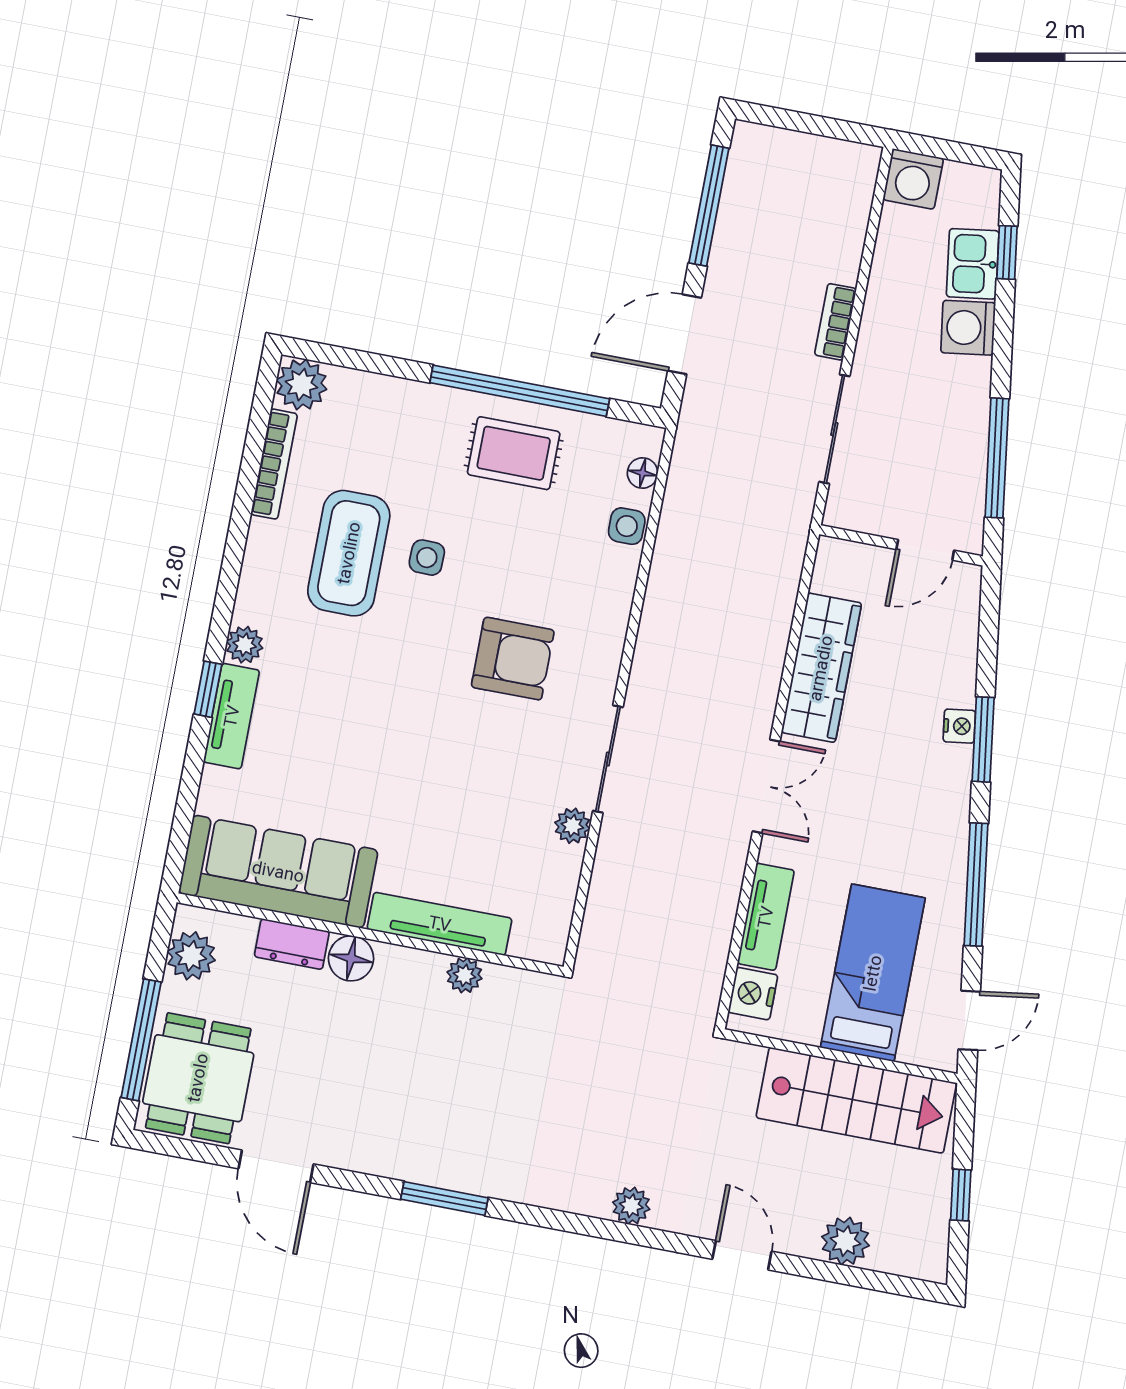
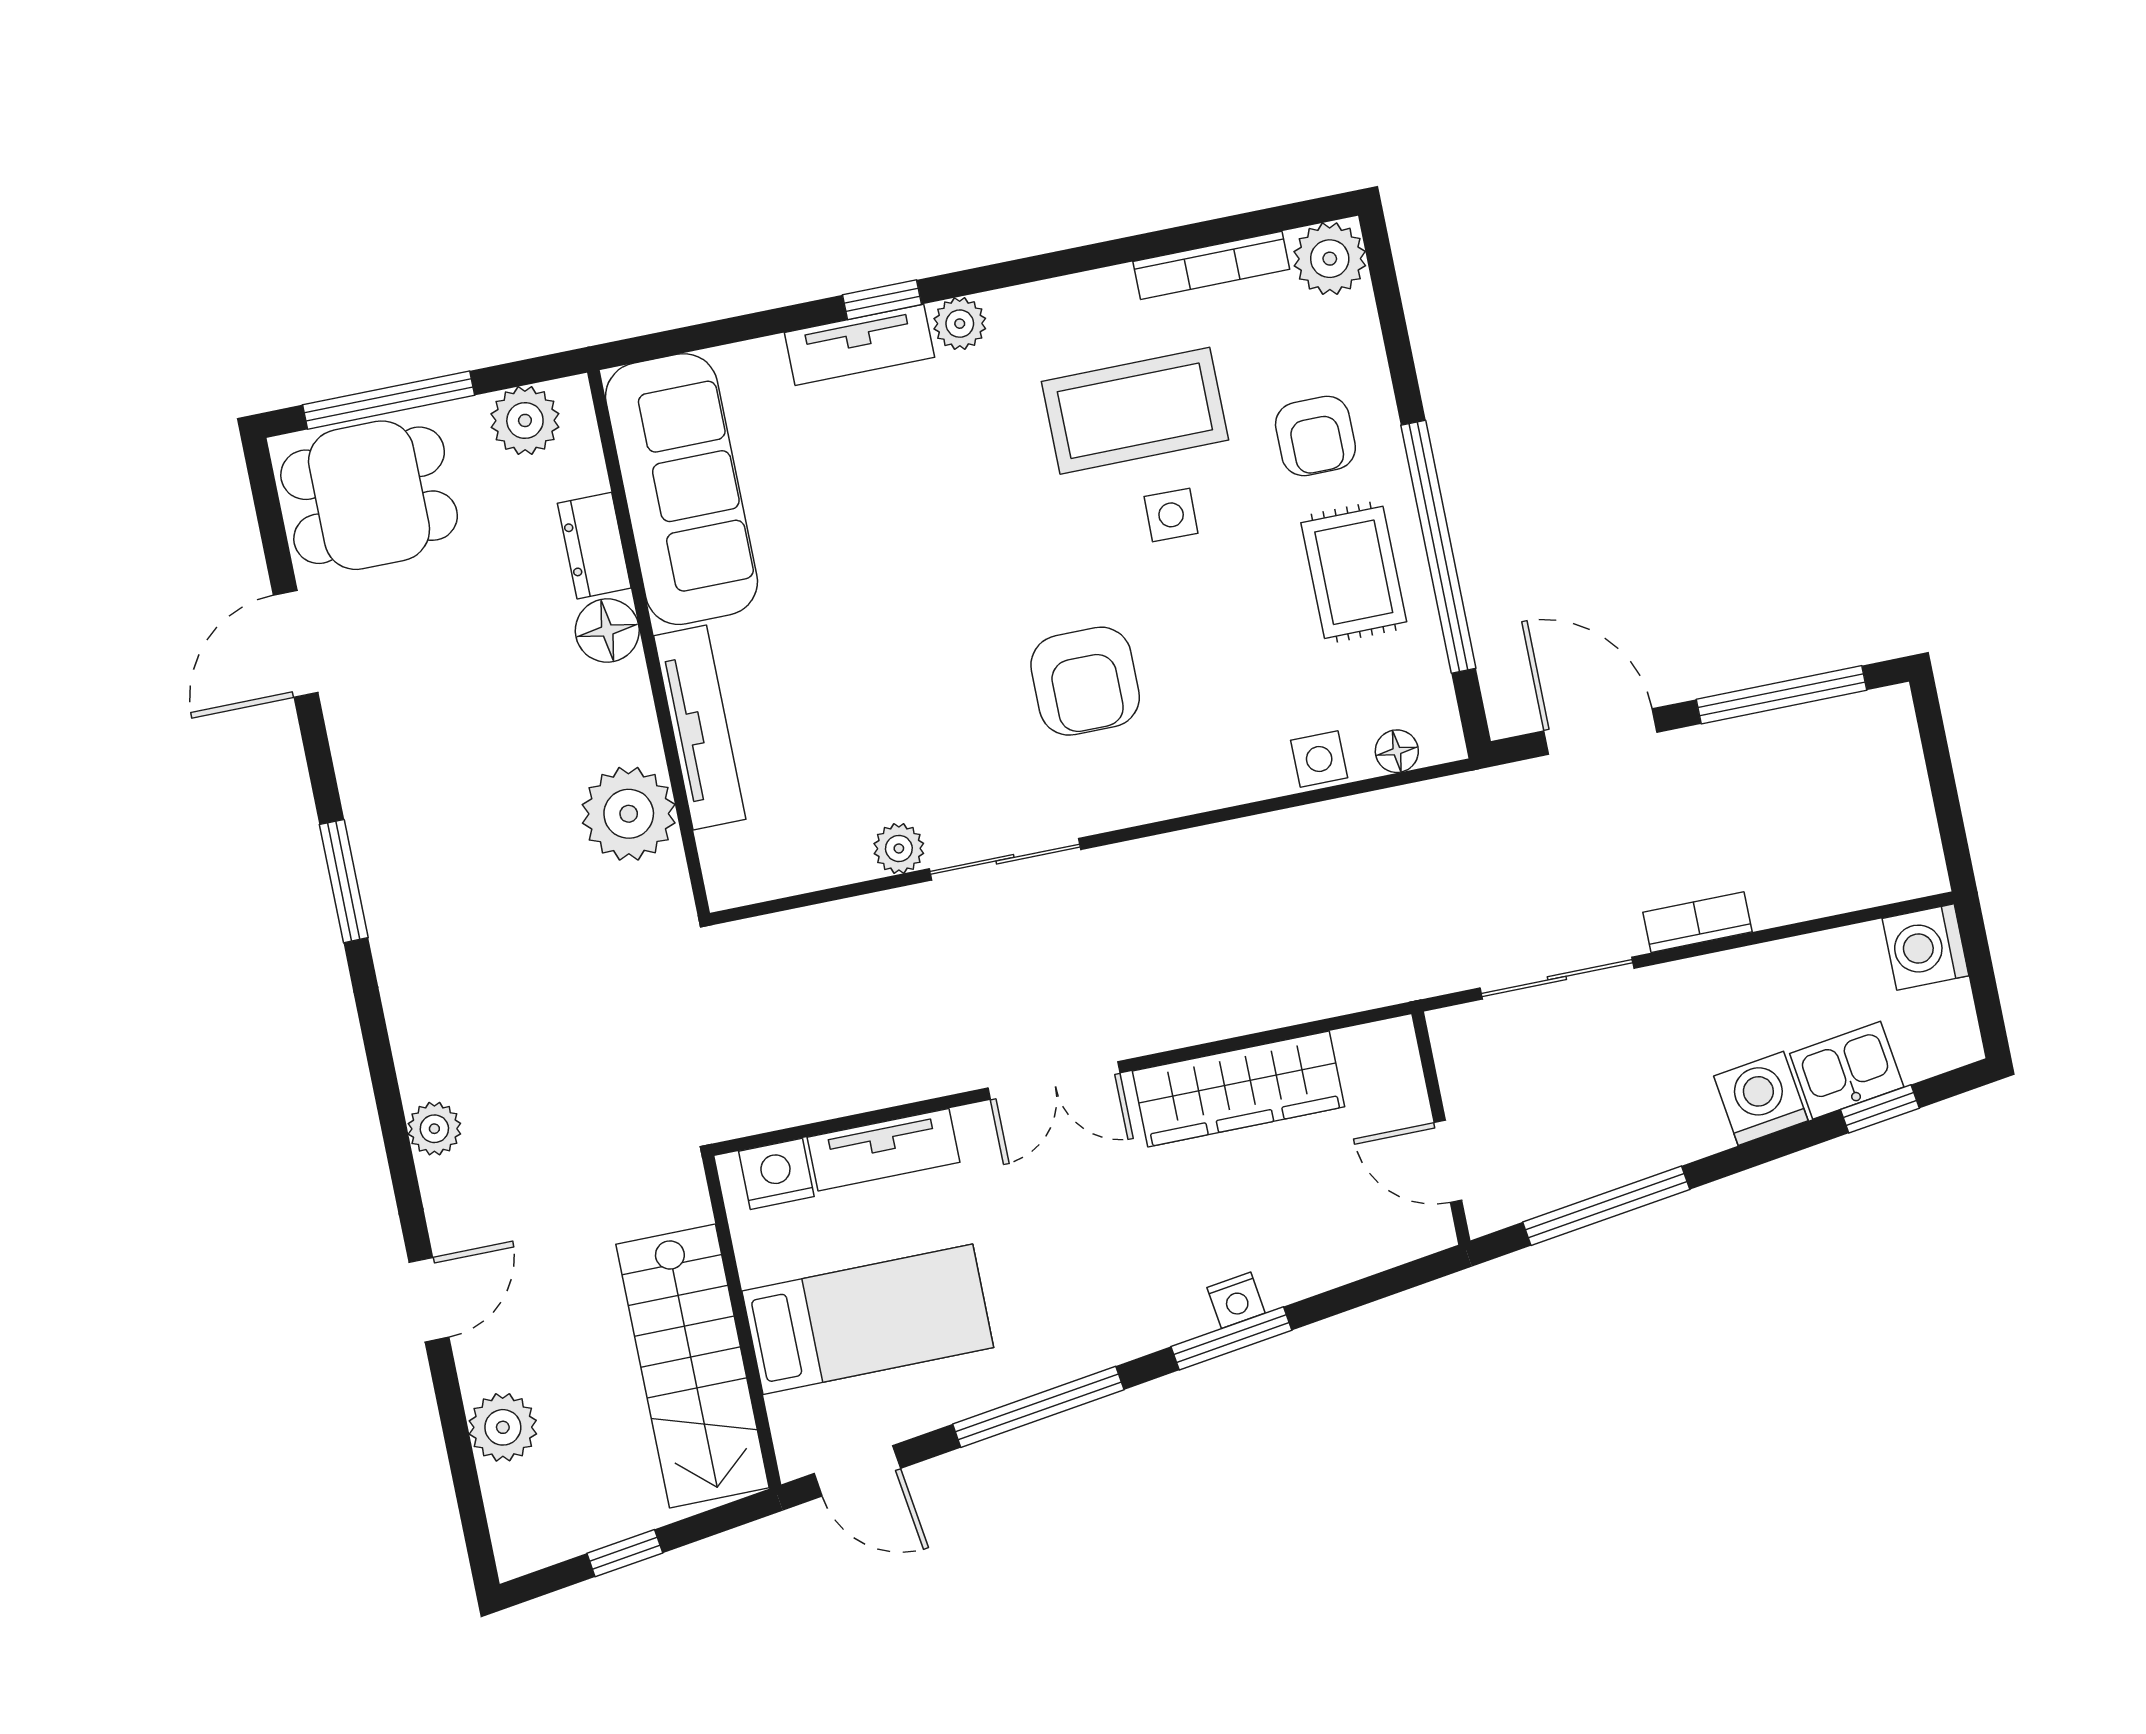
armchair: (414, 442) -> (1315, 436), added
plant: (464, 975) -> (629, 814), width x1.88, depth x1.88

